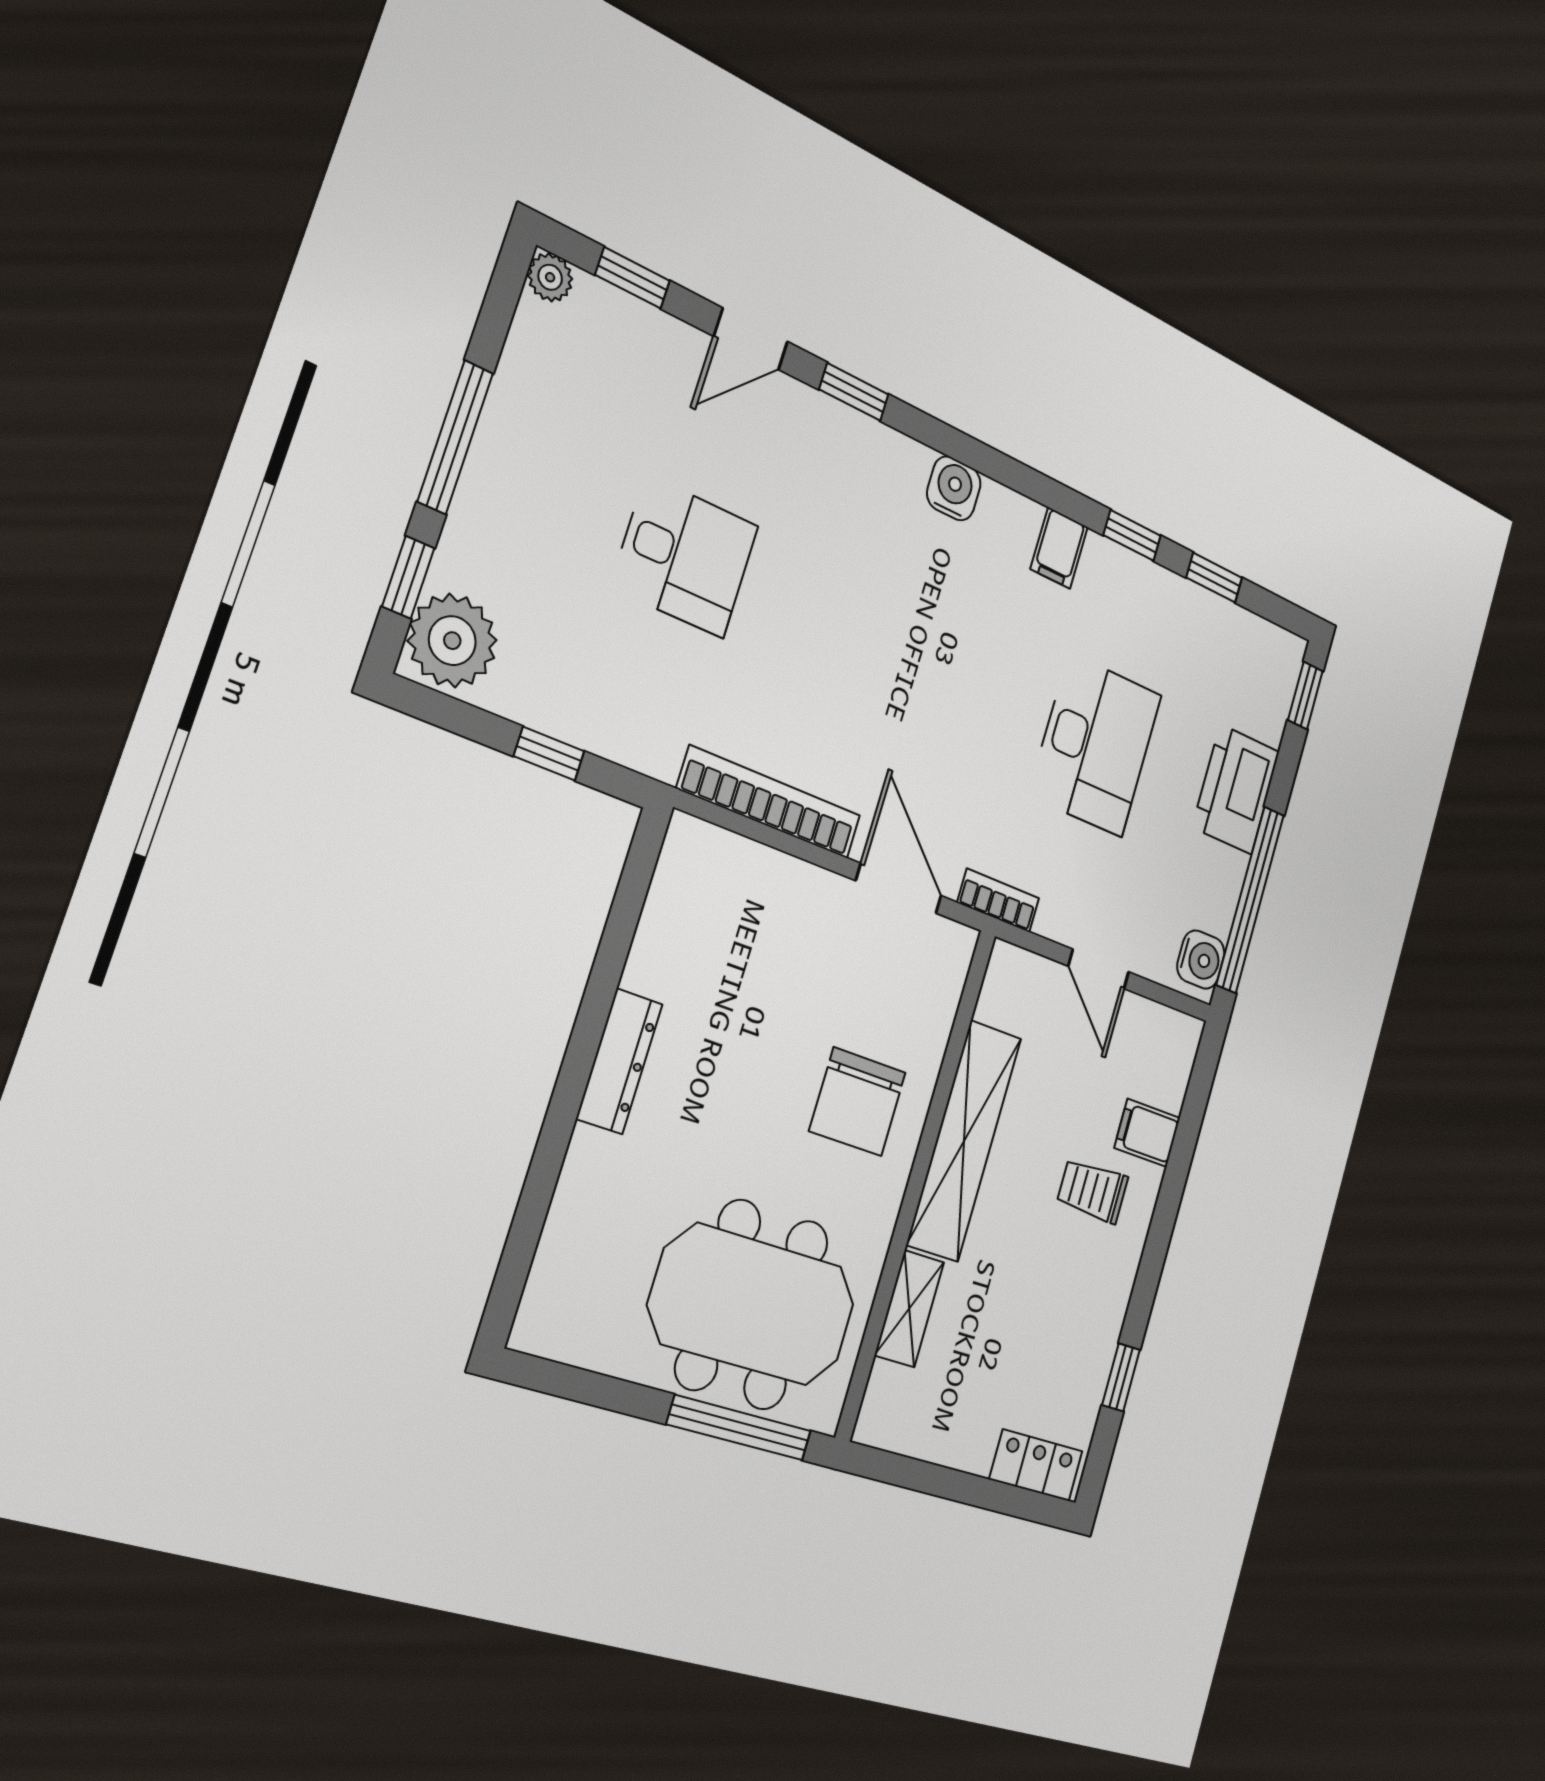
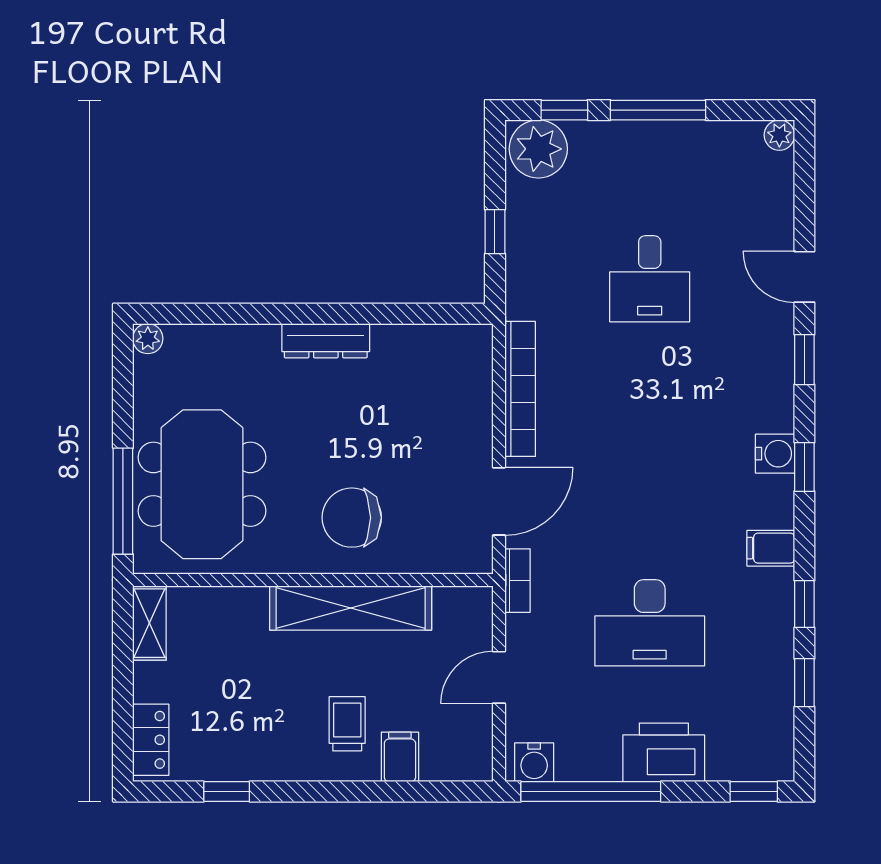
window: (633, 278) -> (804, 467), moved
shelving: (909, 1309) -> (149, 623), moved, turned 90
plant: (532, 1331) -> (148, 339), added

